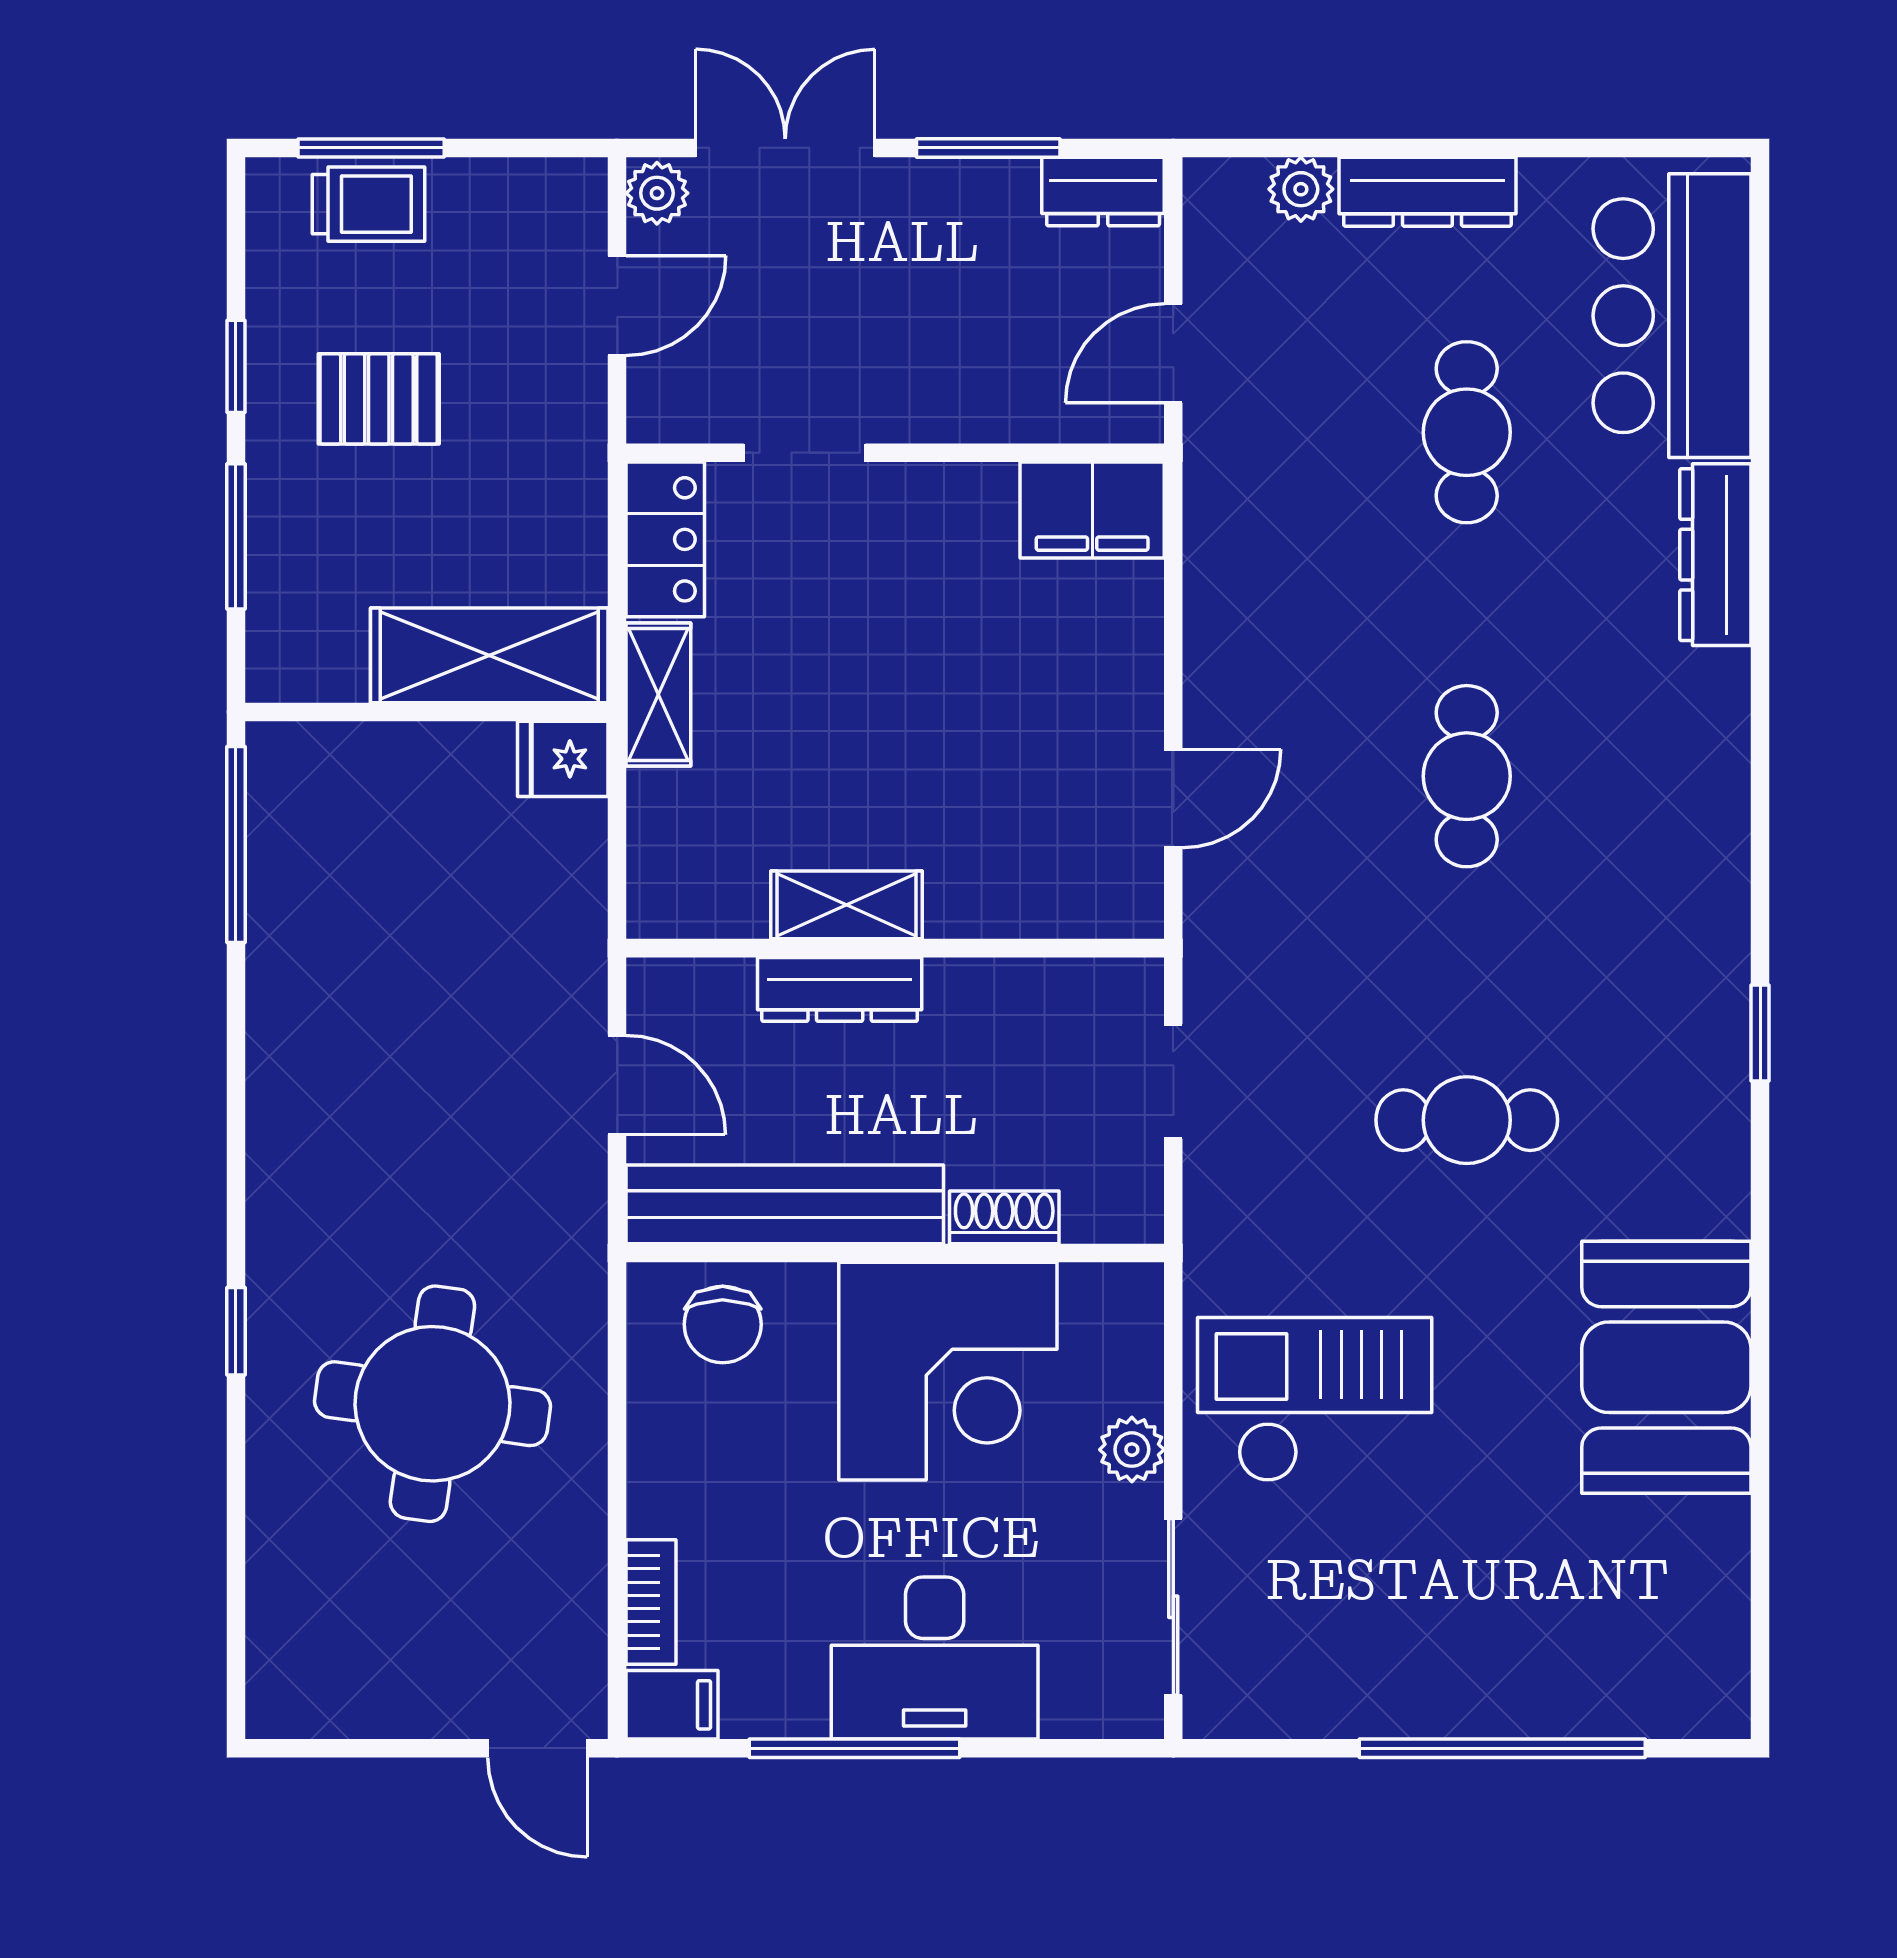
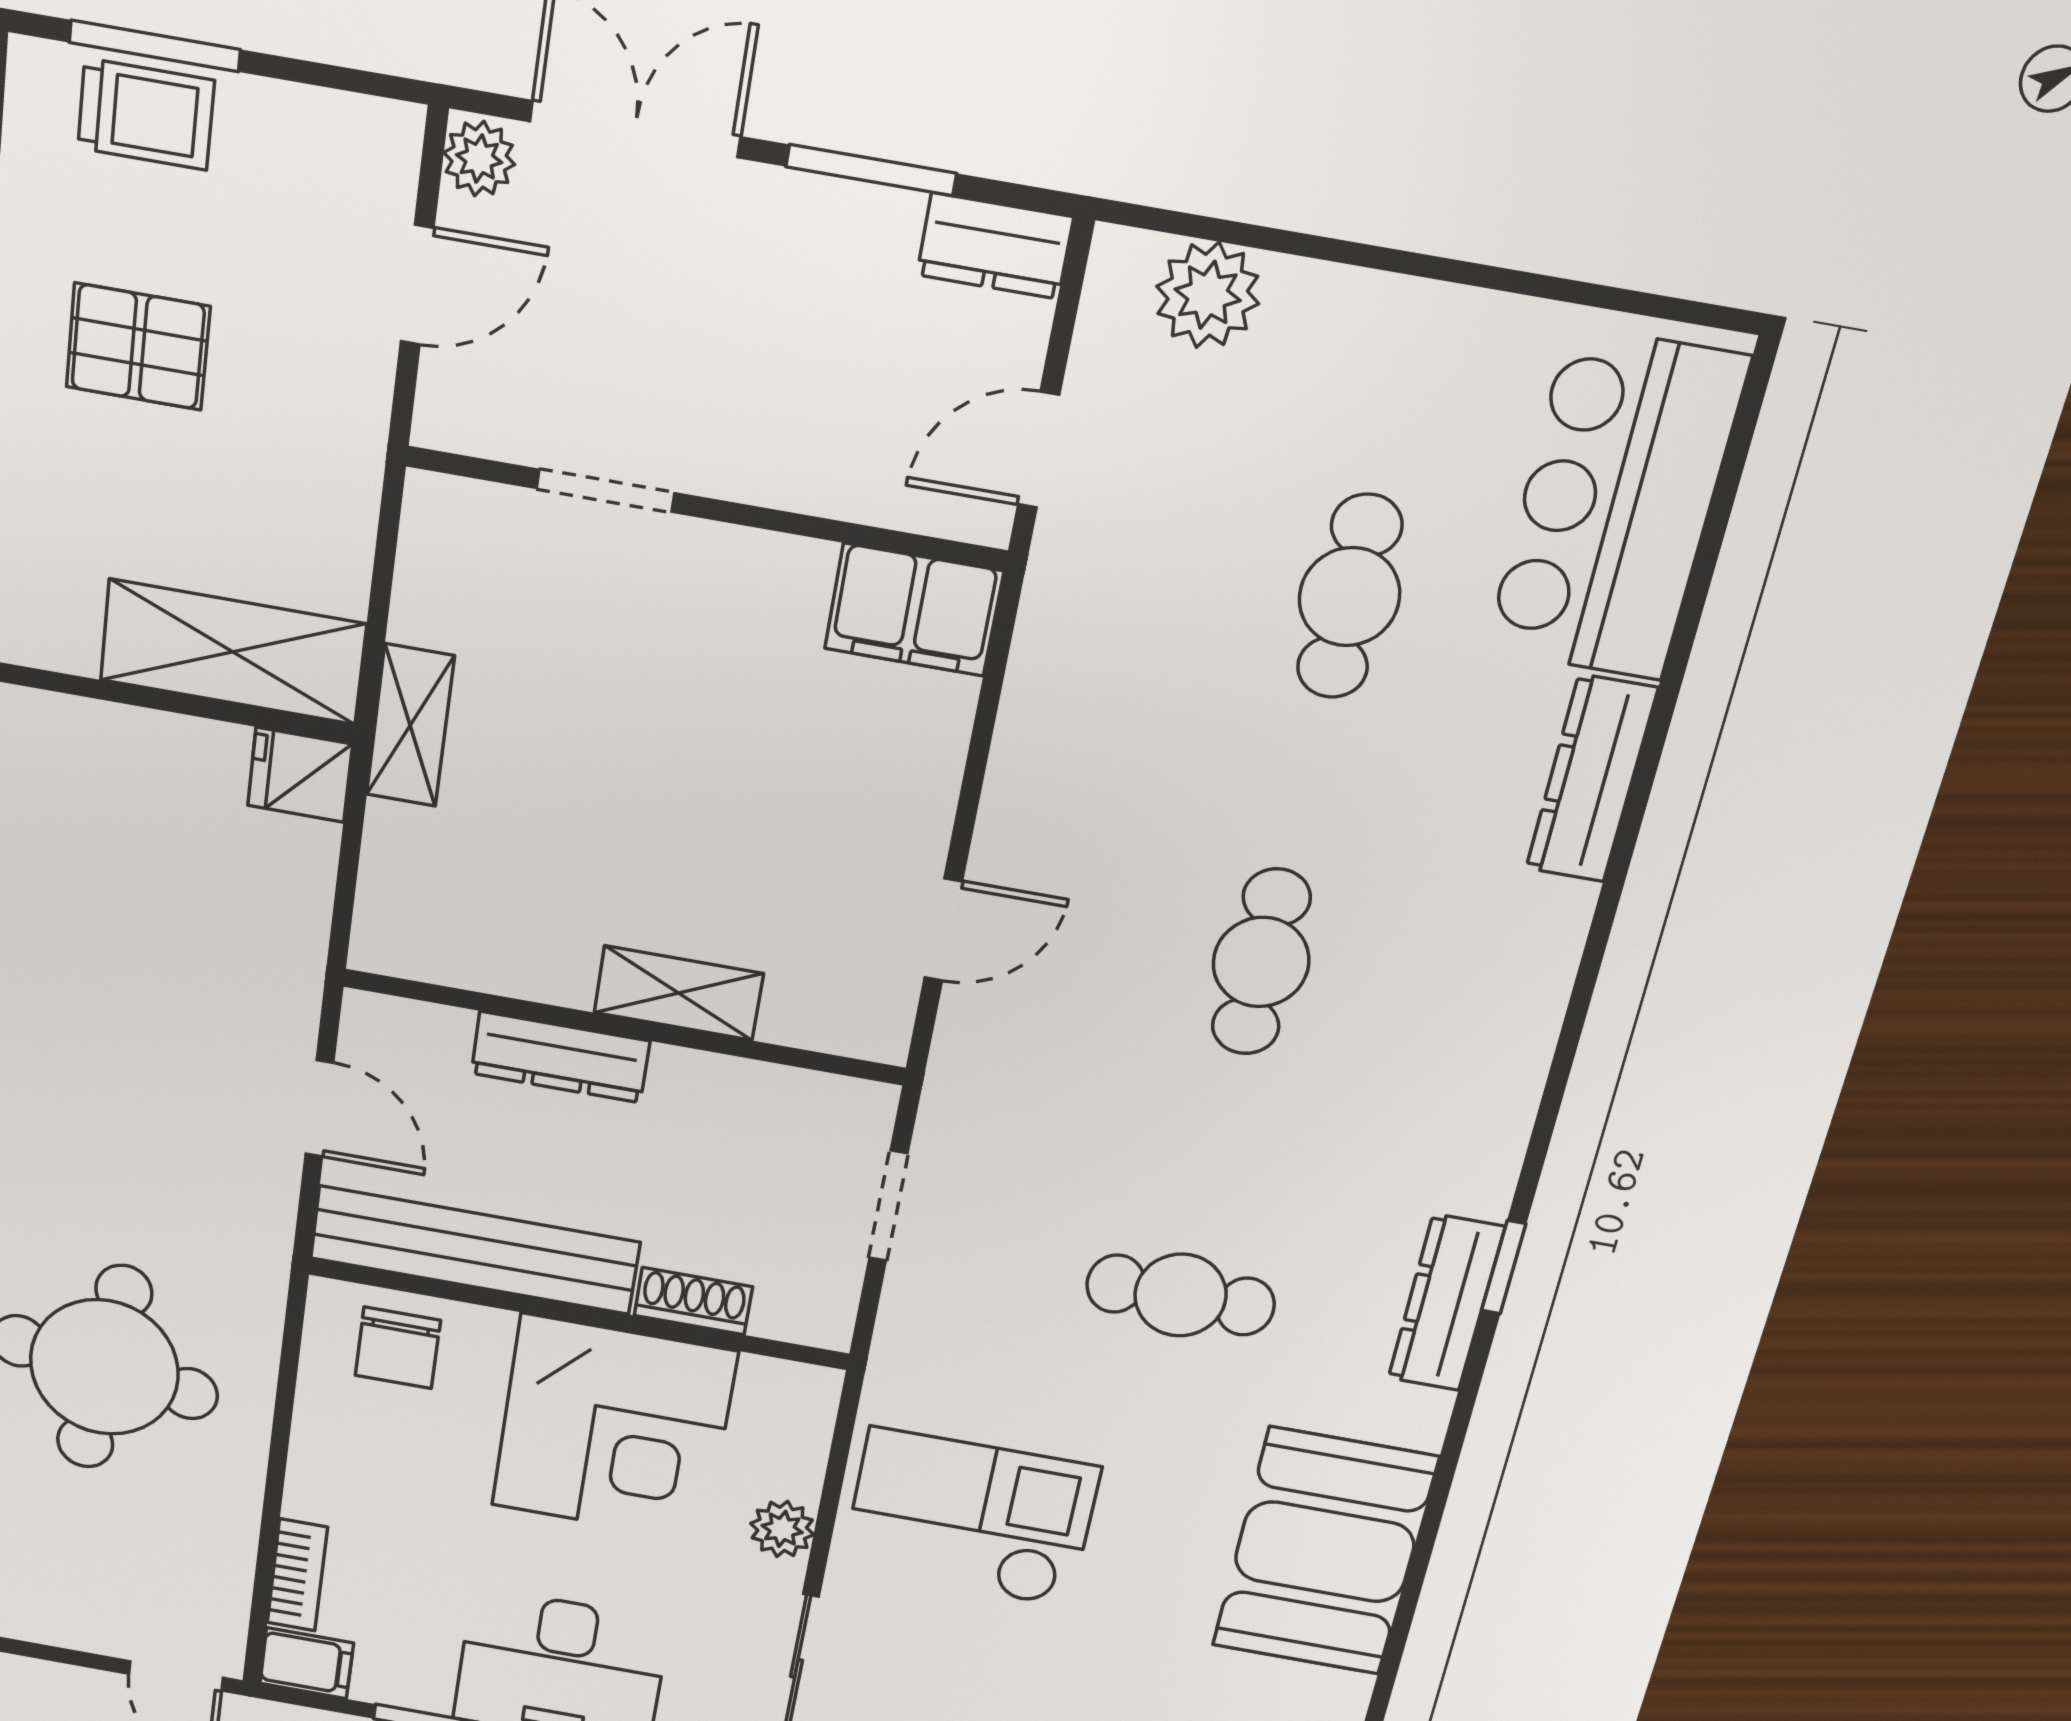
plant: (1301, 189) -> (1208, 295), width x1.38, depth x1.38
dresser: (1427, 192) -> (1446, 1303), moved, turned 90
locker: (665, 539) -> (439, 560), removed
shelving: (847, 905) -> (679, 993), moved

